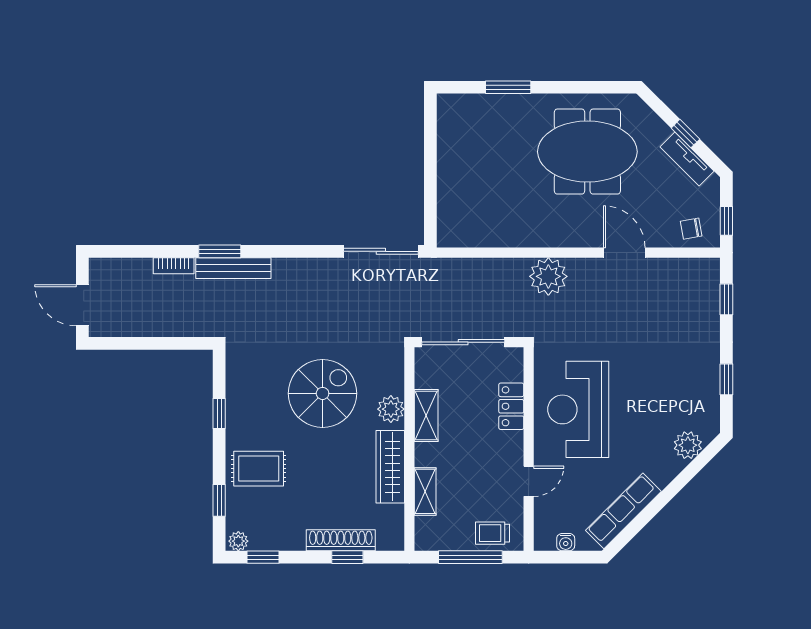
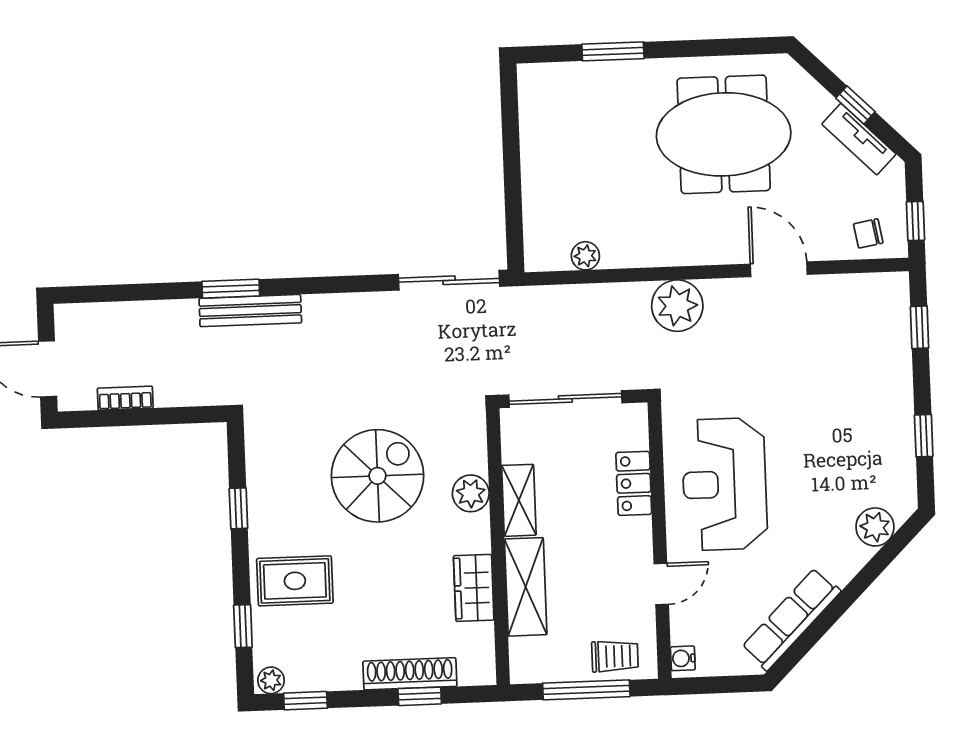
plant: (482, 237) -> (585, 256), added
bookcase: (174, 266) -> (125, 398), moved, turned 180
wardrobe: (390, 467) -> (474, 588), width x0.67
shelving: (425, 491) -> (526, 587), width x1.50, depth x1.33
trolley: (493, 533) -> (615, 656), turned 180
water cooler: (566, 542) -> (683, 658), moved, turned 90

